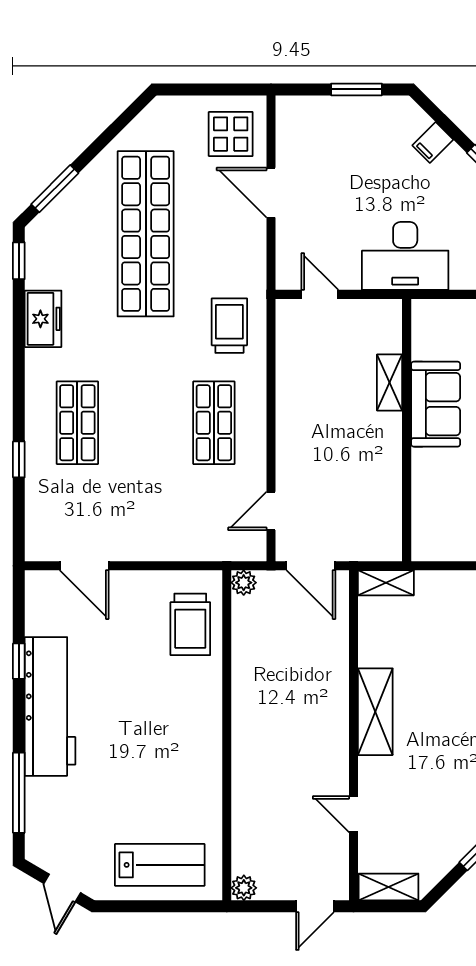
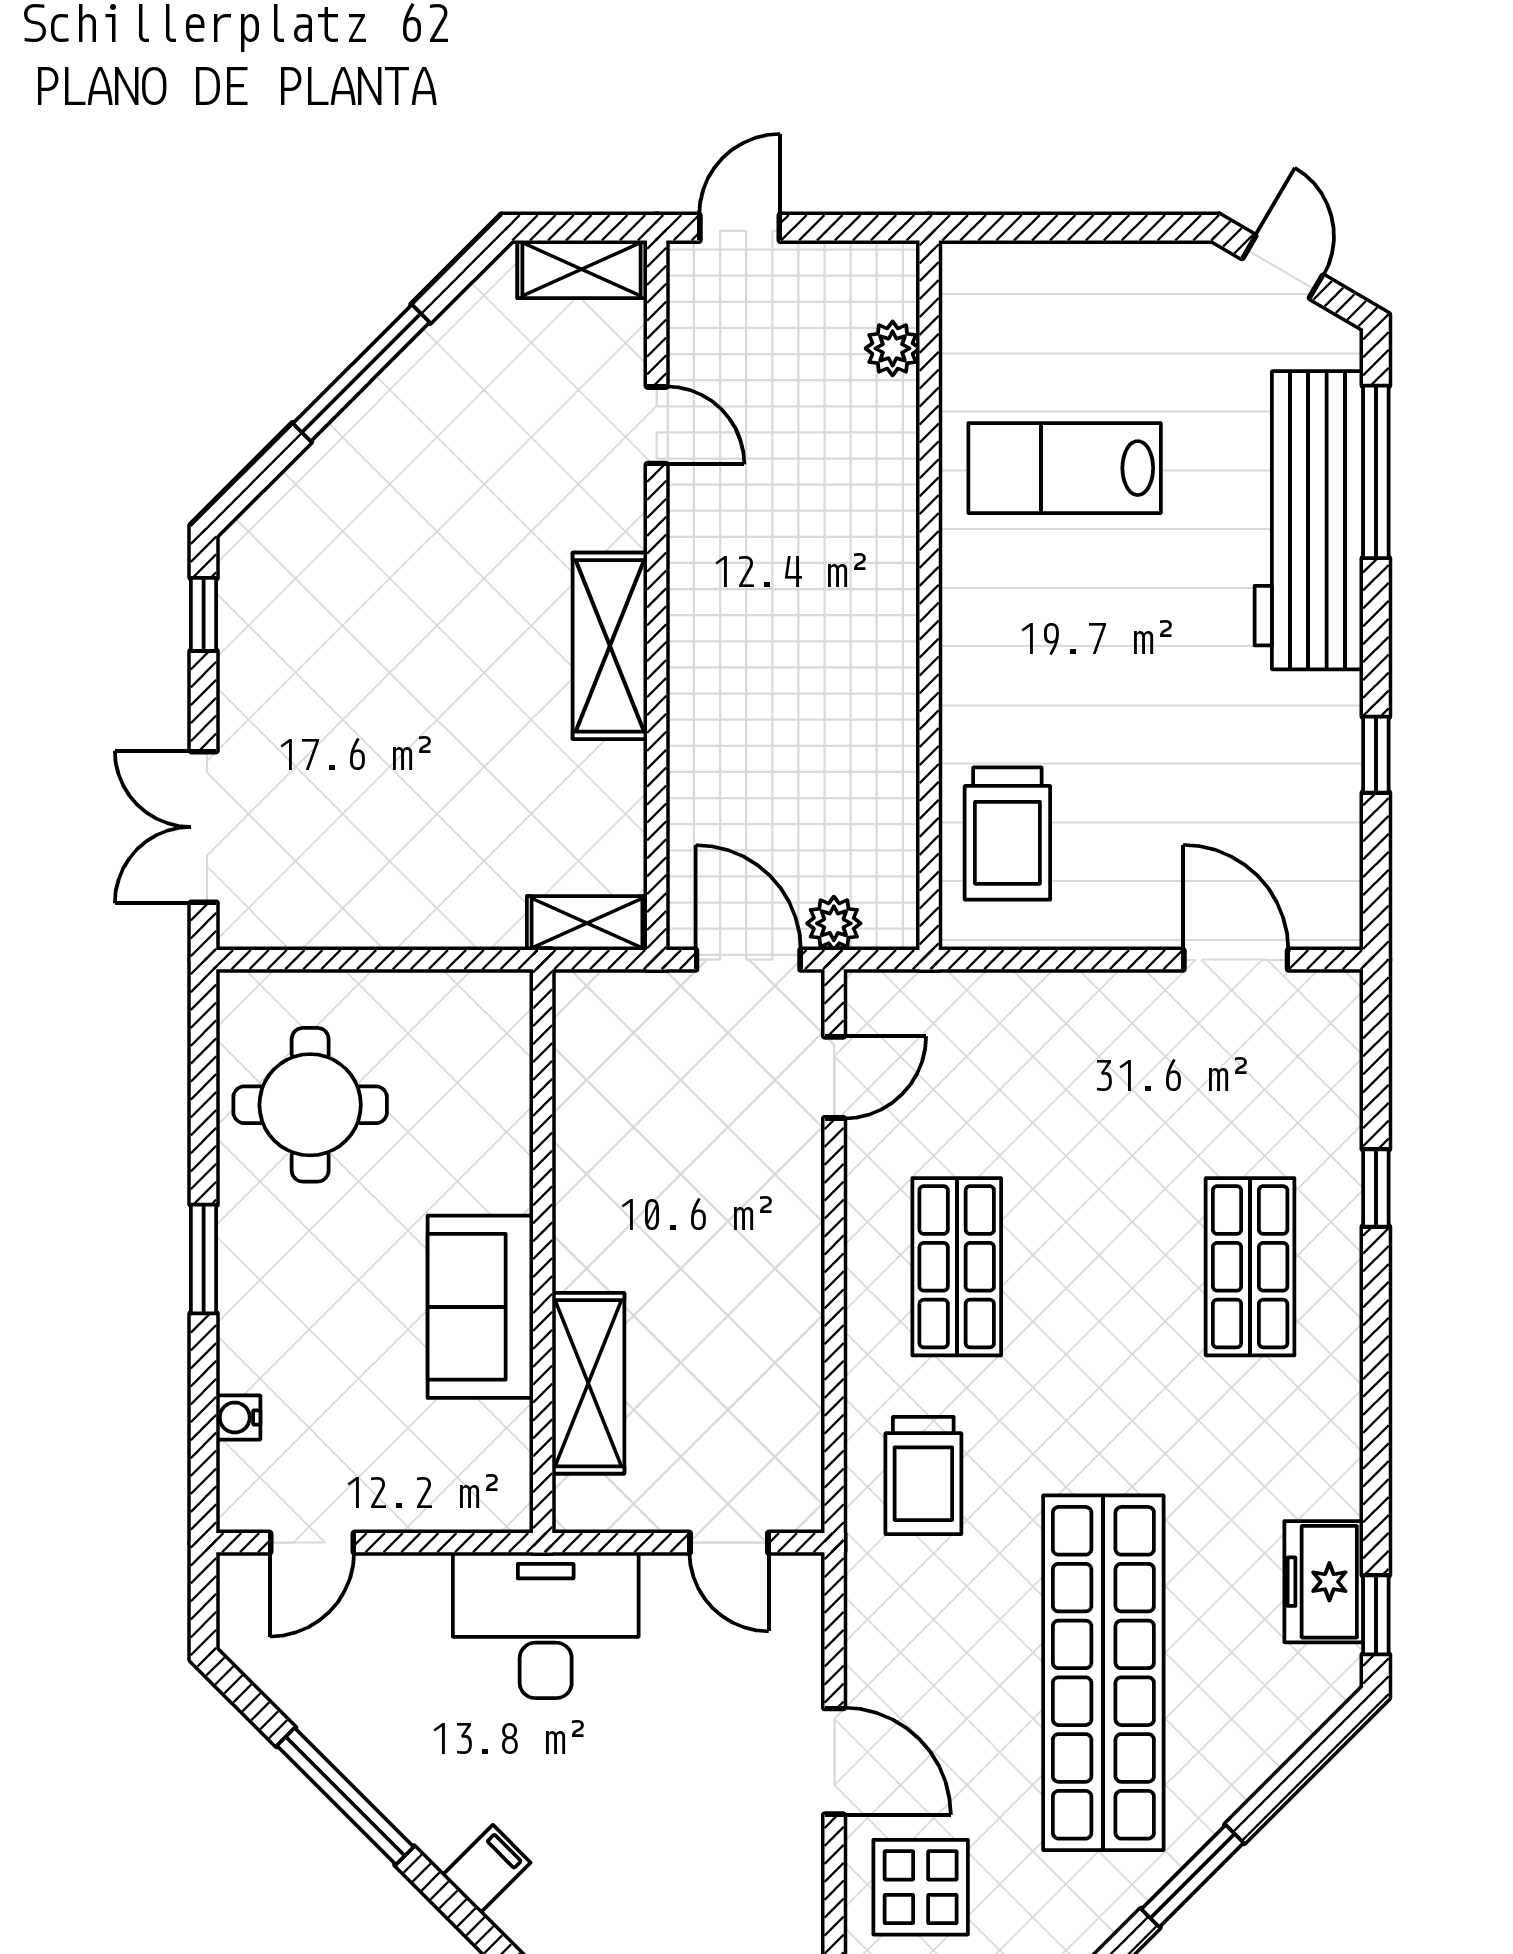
window: (55, 189) -> (1192, 1876), moved
freezer: (43, 319) -> (1324, 1582), moved
shelving: (390, 383) -> (588, 1383), width x1.50, depth x1.33
plant: (244, 583) -> (834, 923), moved
trolley: (190, 624) -> (1007, 834), turned 180
workbench: (50, 706) -> (1309, 520), moved
lab bench: (160, 865) -> (1065, 468), moved
plant: (244, 888) -> (893, 348), moved

